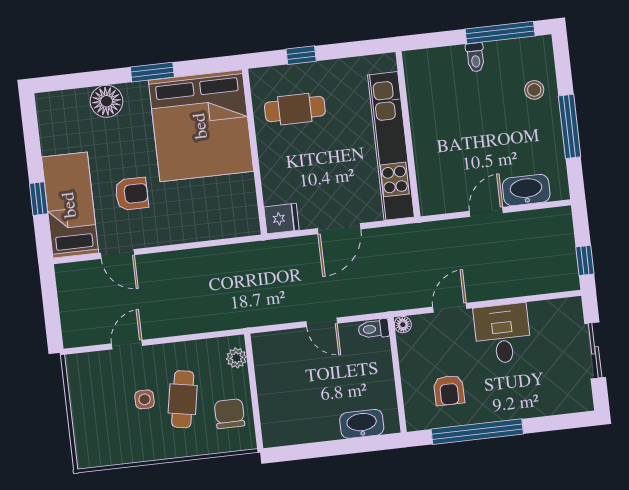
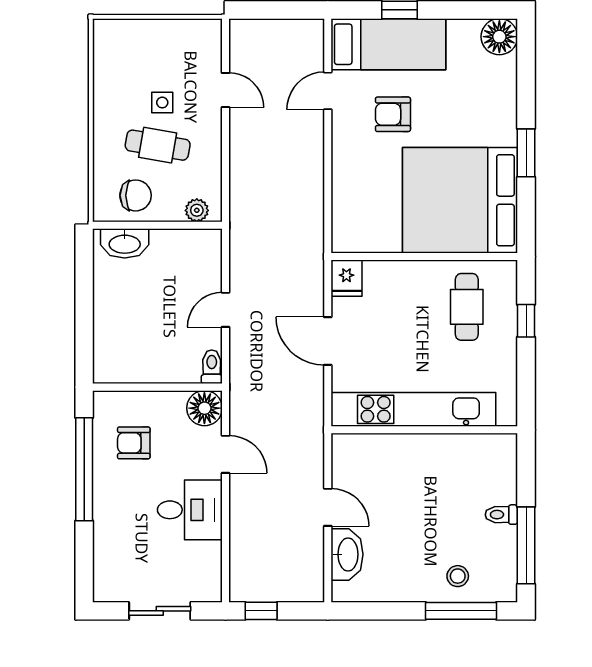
floor lamp: (107, 101) -> (499, 37), moved
window: (570, 126) -> (461, 611), moved
armchair: (132, 194) -> (393, 114), turned 90
floor lamp: (403, 325) -> (204, 408), width x1.89, depth x1.89
washbasin: (362, 424) -> (125, 243), moved, turned 90

